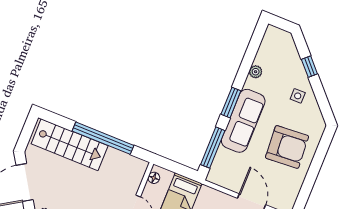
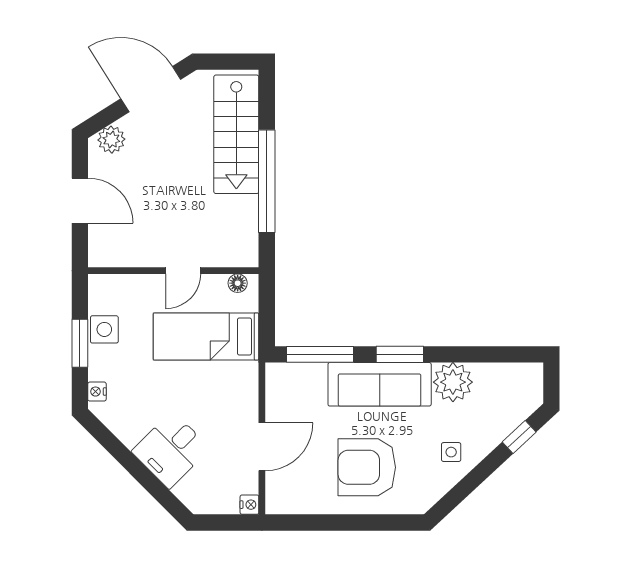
window: (309, 67) -> (519, 437), moved
plant: (256, 72) -> (453, 382), width x1.88, depth x1.88
armchair: (287, 147) -> (367, 467), turned 94

